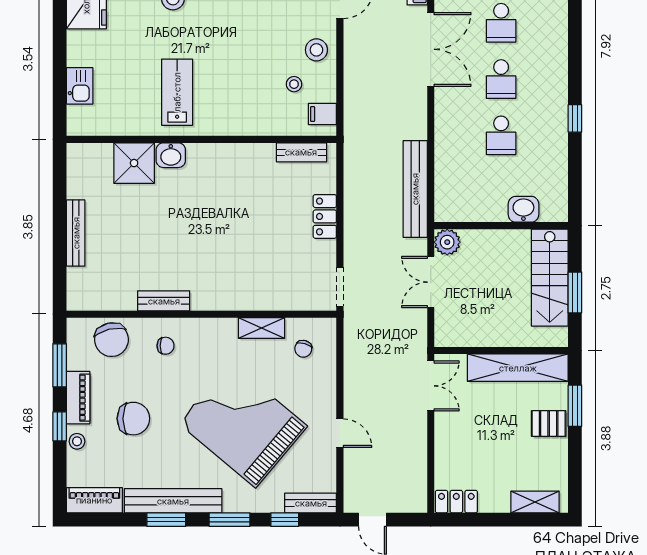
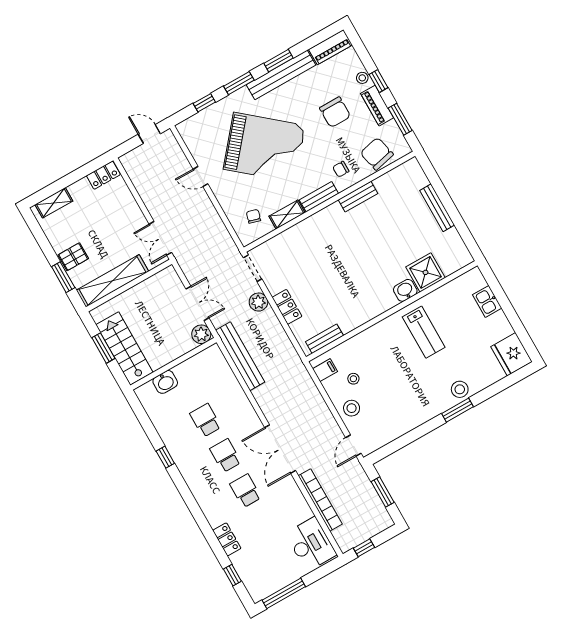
plant: (356, 242) -> (258, 302), added
chair: (133, 419) -> (335, 112), turned -90
bench: (311, 503) -> (319, 197), moved

